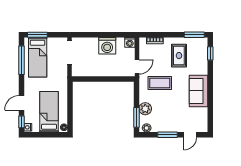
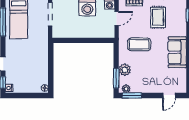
door: (137, 67) -> (117, 18), moved
bed: (49, 112) -> (30, 73), removed
window: (167, 135) -> (132, 95), moved

